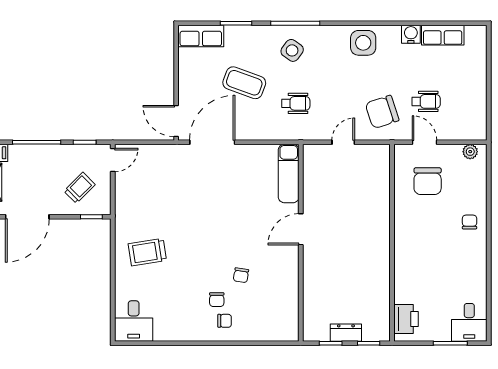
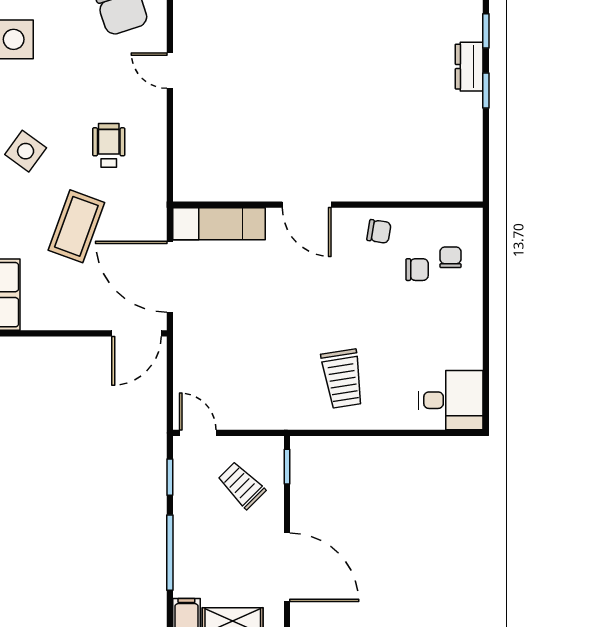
exam couch: (289, 174) -> (219, 224), moved
door: (301, 229) -> (307, 205), moved
wall: (301, 243) -> (328, 205), moved

